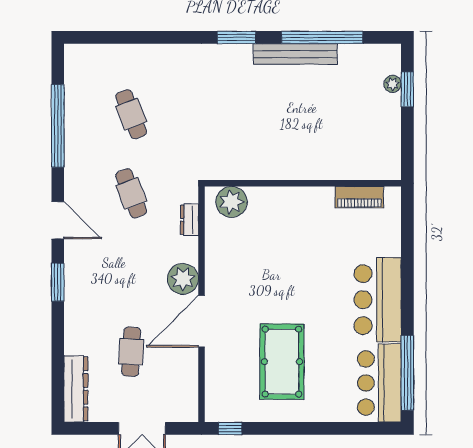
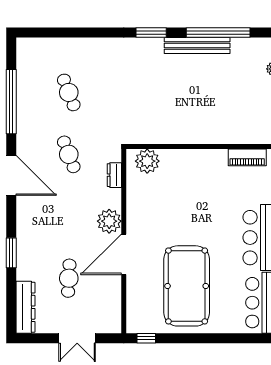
door: (58, 220) -> (11, 175), width x1.36
window: (58, 282) -> (11, 253), moved
pool table: (282, 362) -> (187, 286), width x1.36, depth x1.32

